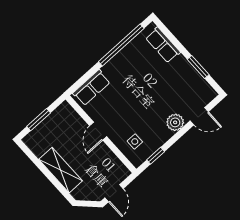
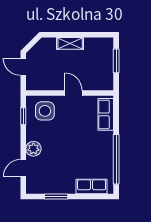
side table: (135, 142) -> (45, 111), width x1.87, depth x1.87
shelving: (61, 170) -> (70, 43), width x0.67, depth x0.75

